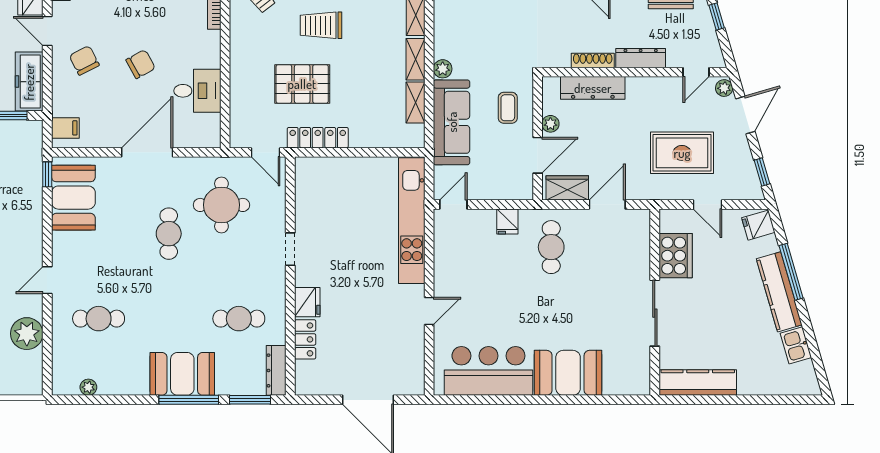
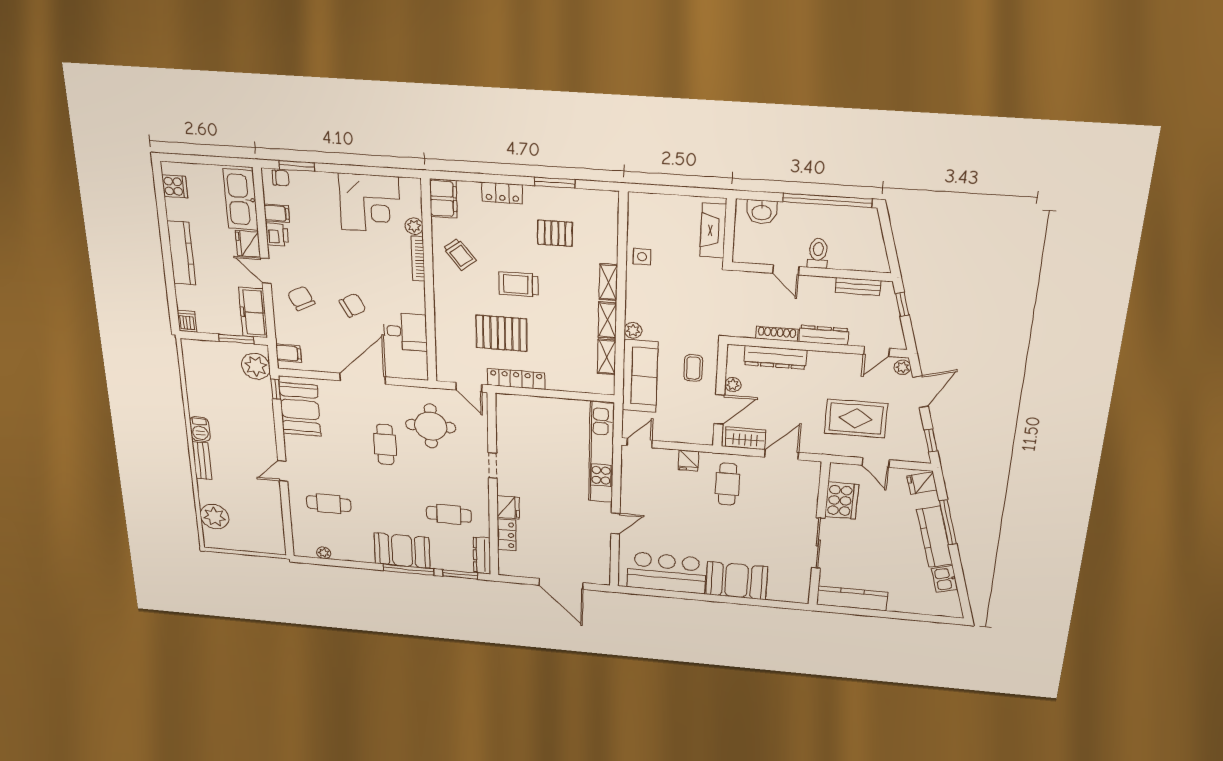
plant: (27, 334) -> (256, 366), moved

